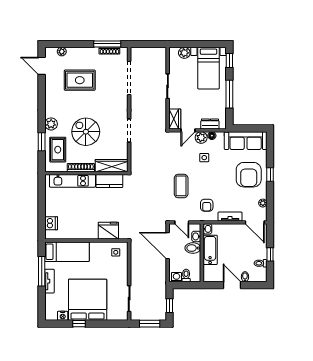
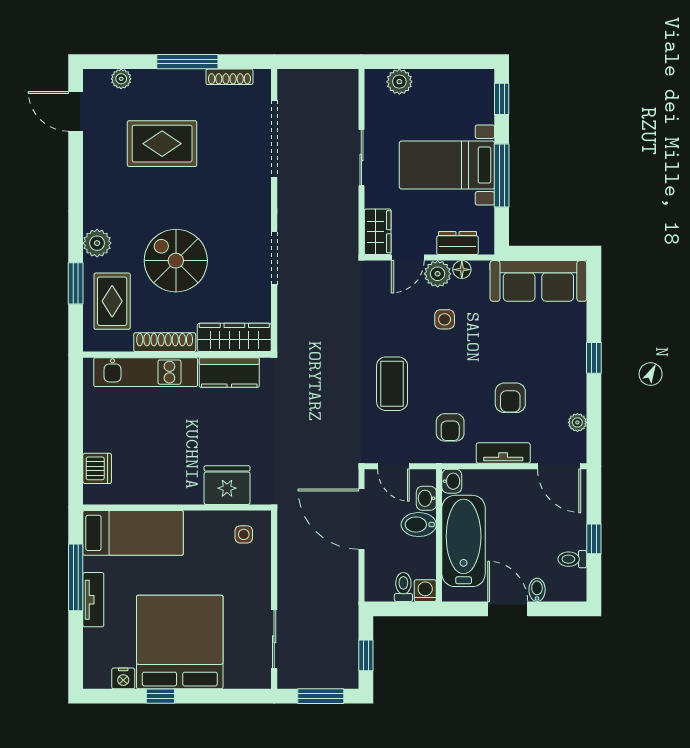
window: (107, 44) -> (187, 62), moved
bed with nightstands: (209, 68) -> (447, 165), moved, turned 90
armchair: (249, 175) -> (510, 398), moved, width x0.53, depth x0.53
bathtub: (210, 250) -> (464, 541), width x1.36, depth x1.36
washing machine: (176, 277) -> (425, 591), moved

